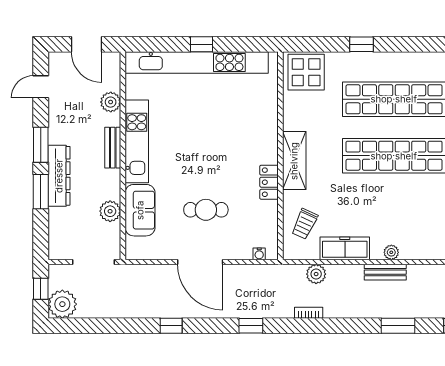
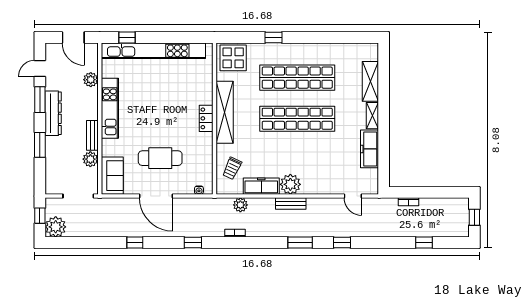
window: (201, 44) -> (127, 38), moved
window: (41, 145) -> (40, 100), moved
bench: (113, 148) -> (92, 135), moved
shelving: (294, 161) -> (225, 112), width x1.47
dresser: (59, 176) -> (53, 113), moved
locker: (269, 182) -> (206, 118), moved
sofa: (140, 210) -> (112, 176), moved
cafe table: (206, 210) -> (160, 158), width x1.37, depth x1.35
plant: (391, 252) -> (290, 184), width x1.87, depth x1.87

